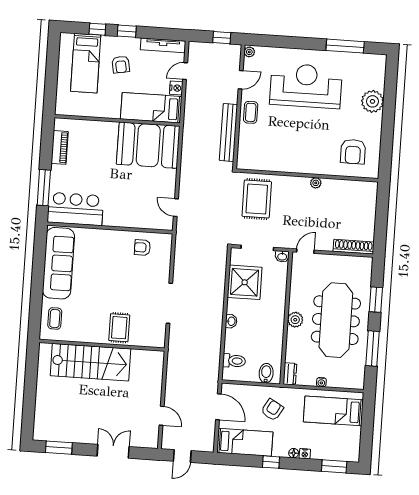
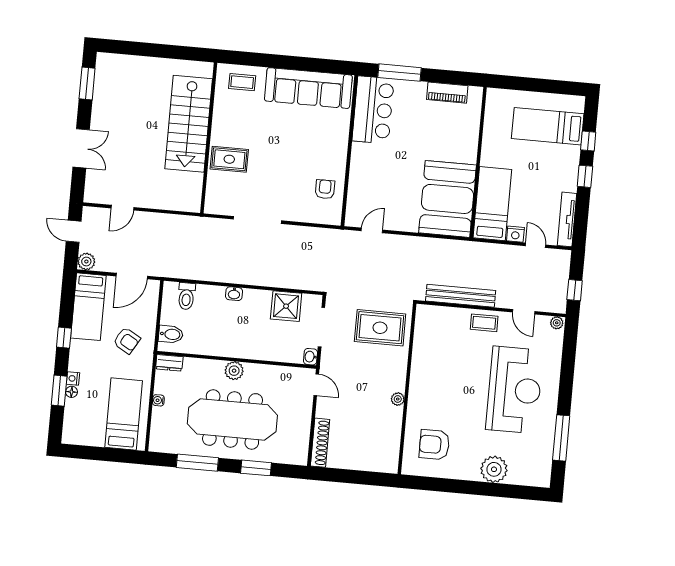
armchair: (121, 65) -> (545, 168), removed
shower: (245, 282) -> (286, 306), width x0.73, depth x0.73
plant: (207, 445) -> (86, 261), added
floor lamp: (294, 453) -> (72, 392), moved
window: (334, 466) -> (59, 391), moved

